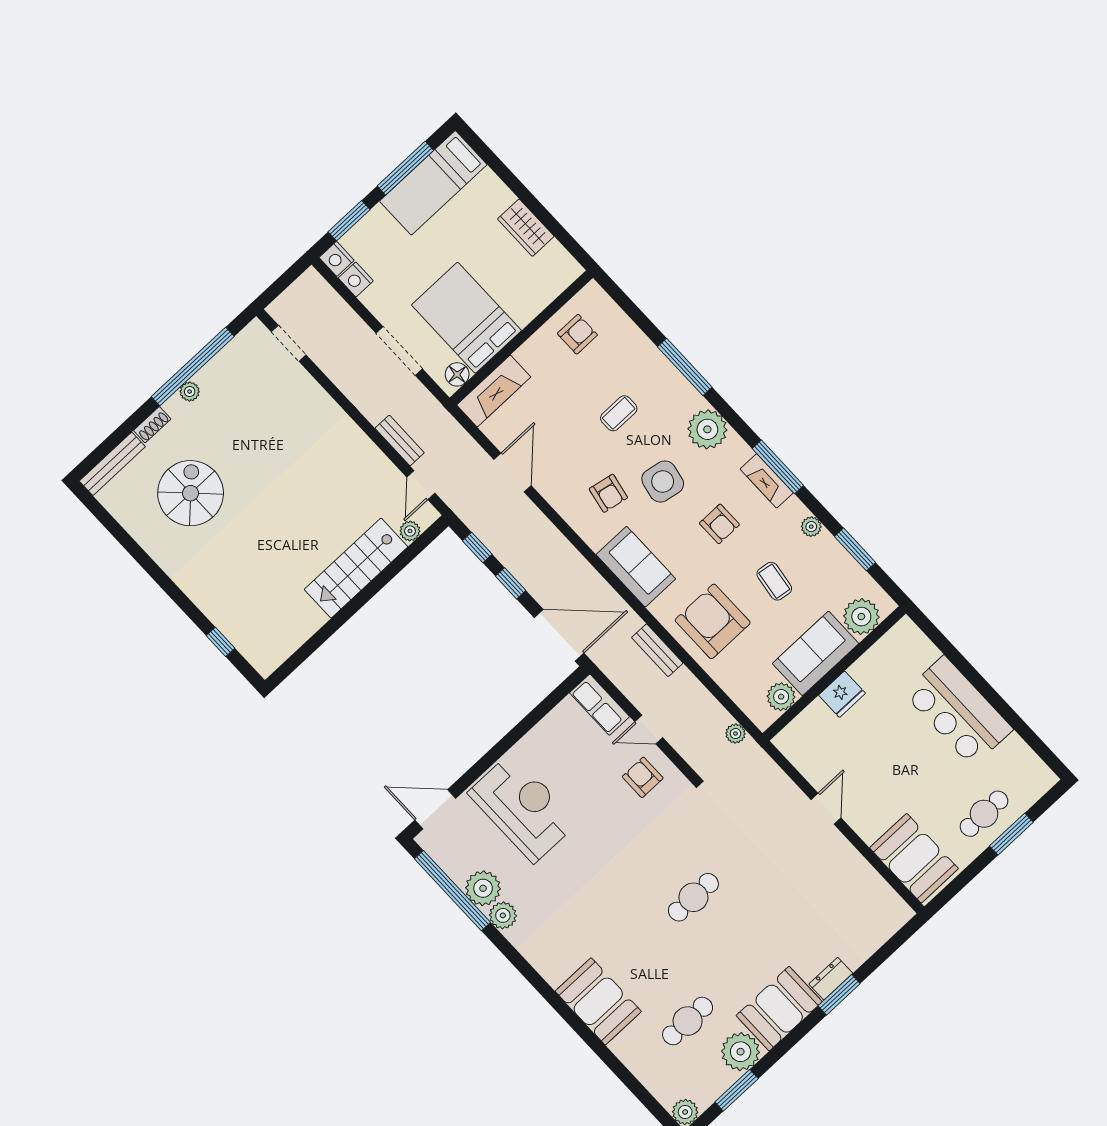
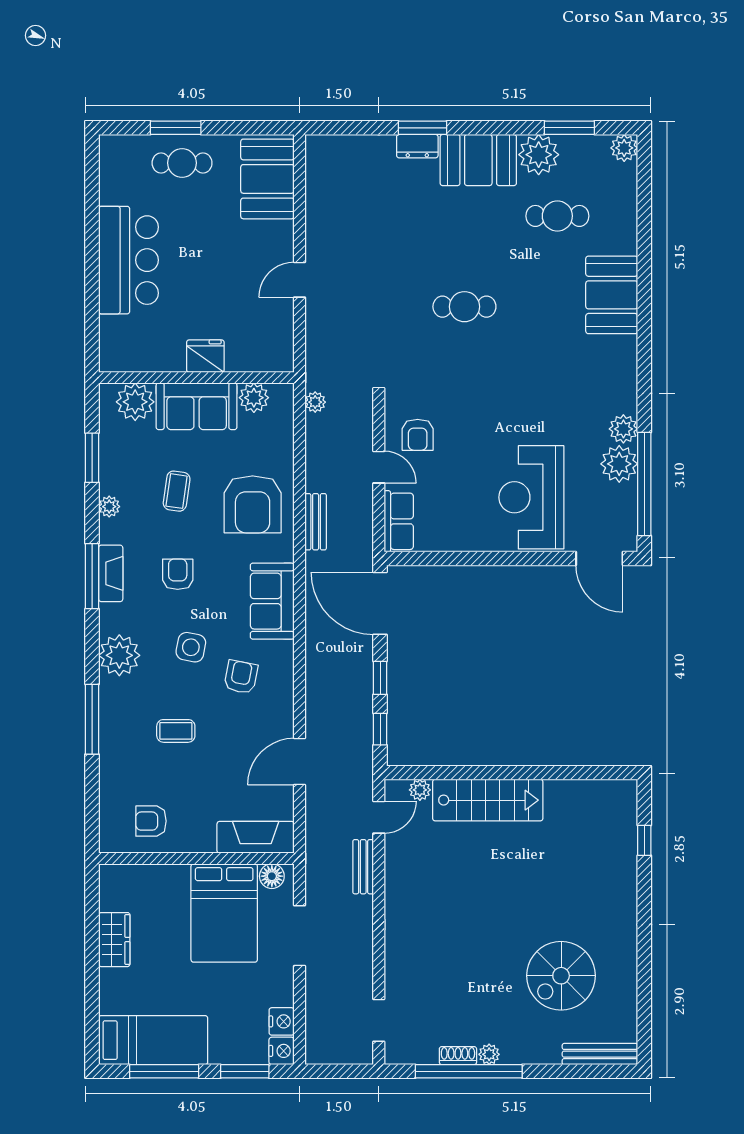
shoe rack: (152, 425) -> (458, 1056), moved
side table: (663, 482) -> (191, 647), width x0.73, depth x0.73

